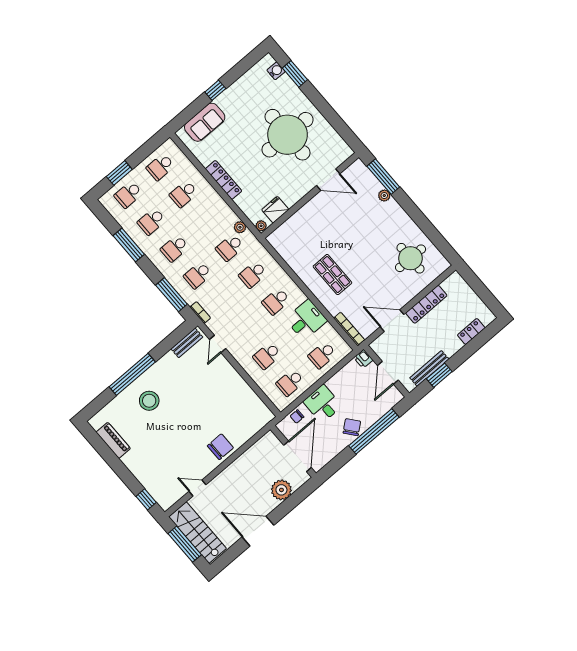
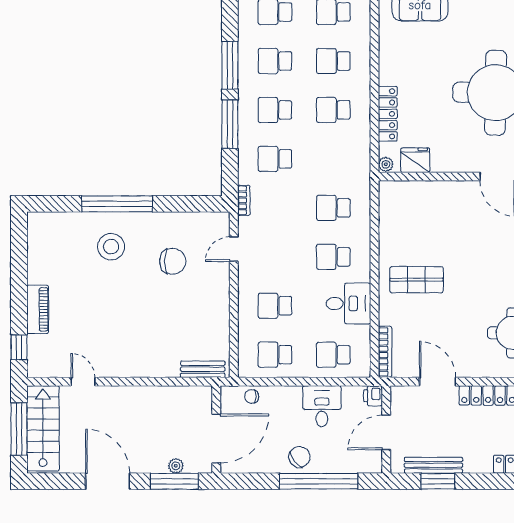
locker: (224, 180) -> (388, 114), moved
plant: (240, 227) -> (362, 147), removed
school desk: (230, 248) -> (333, 110), moved
shop shelf: (332, 275) -> (417, 280), turned 90
window: (171, 295) -> (230, 124), moved
bench: (187, 343) -> (203, 369), moved
desk: (323, 404) -> (322, 406), moved
piano: (113, 440) -> (38, 309), moved
chair: (220, 447) -> (173, 261), moved
plant: (281, 490) -> (176, 466), width x0.53, depth x0.53
window: (295, 500) -> (174, 481), added

